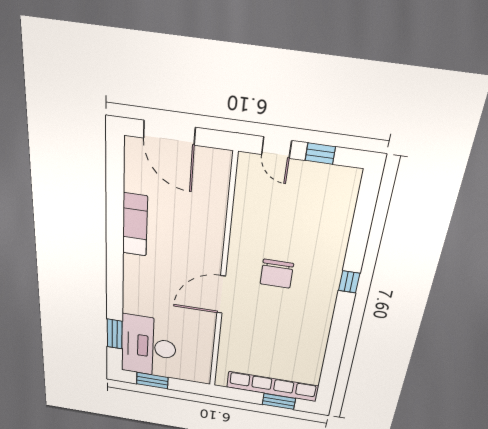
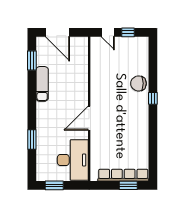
window: (115, 180) -> (32, 61), added
chair: (277, 274) -> (139, 83), moved, turned 90
window: (115, 334) -> (32, 140), moved
desk: (149, 346) -> (73, 160), moved, turned 180

